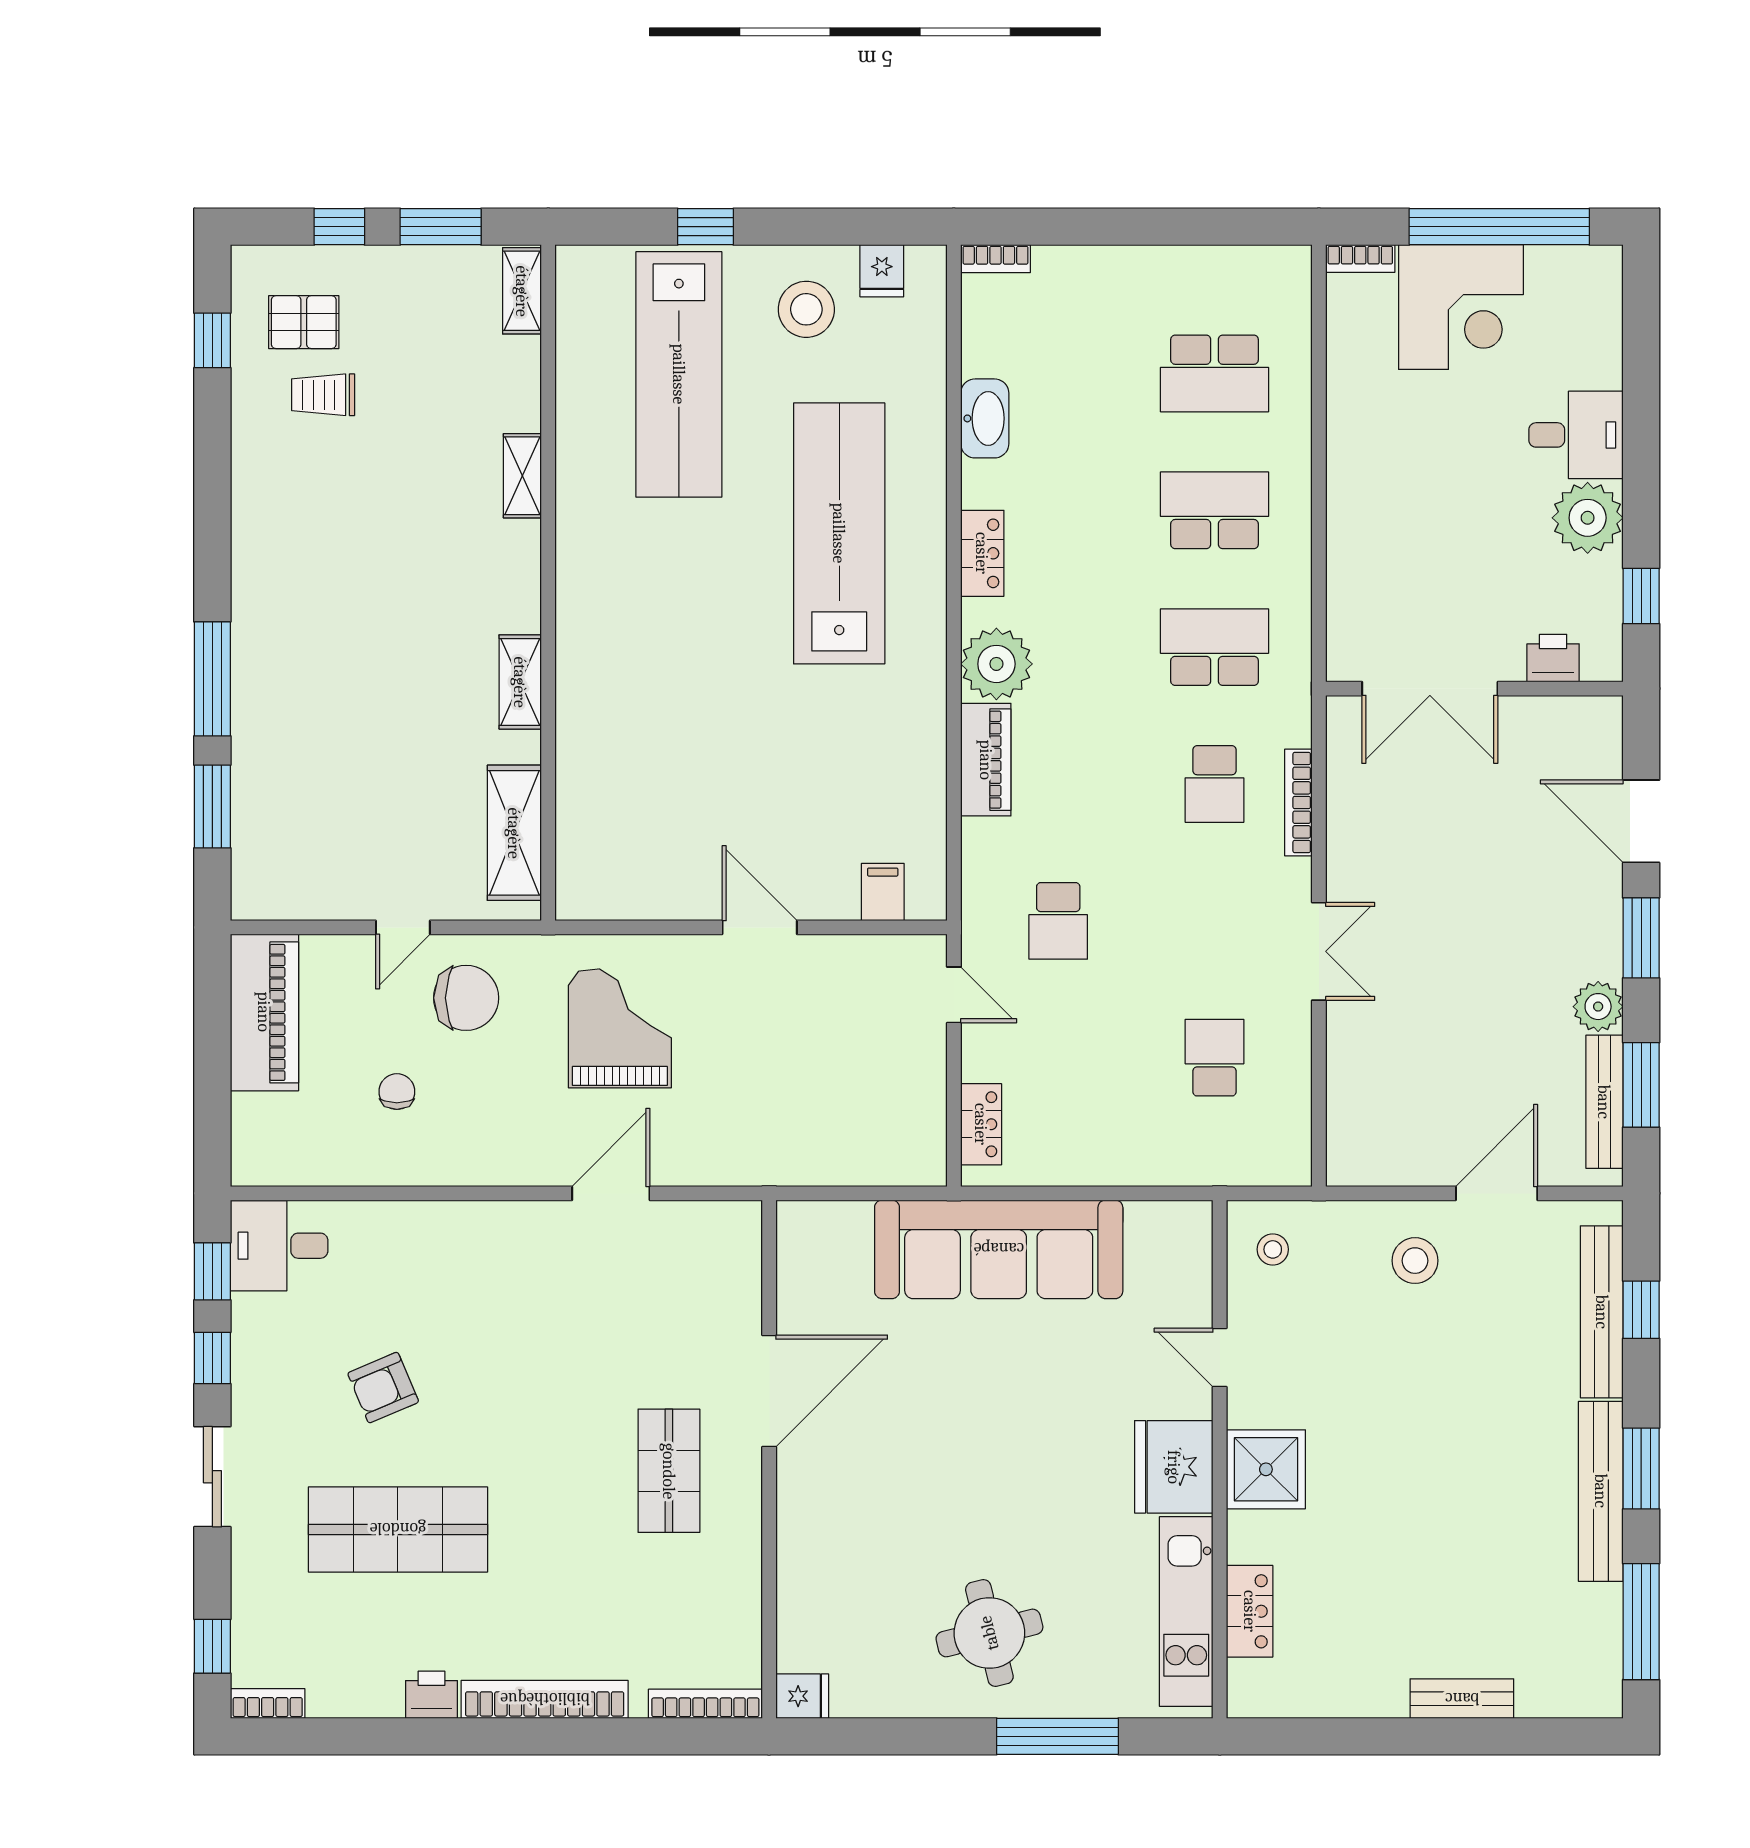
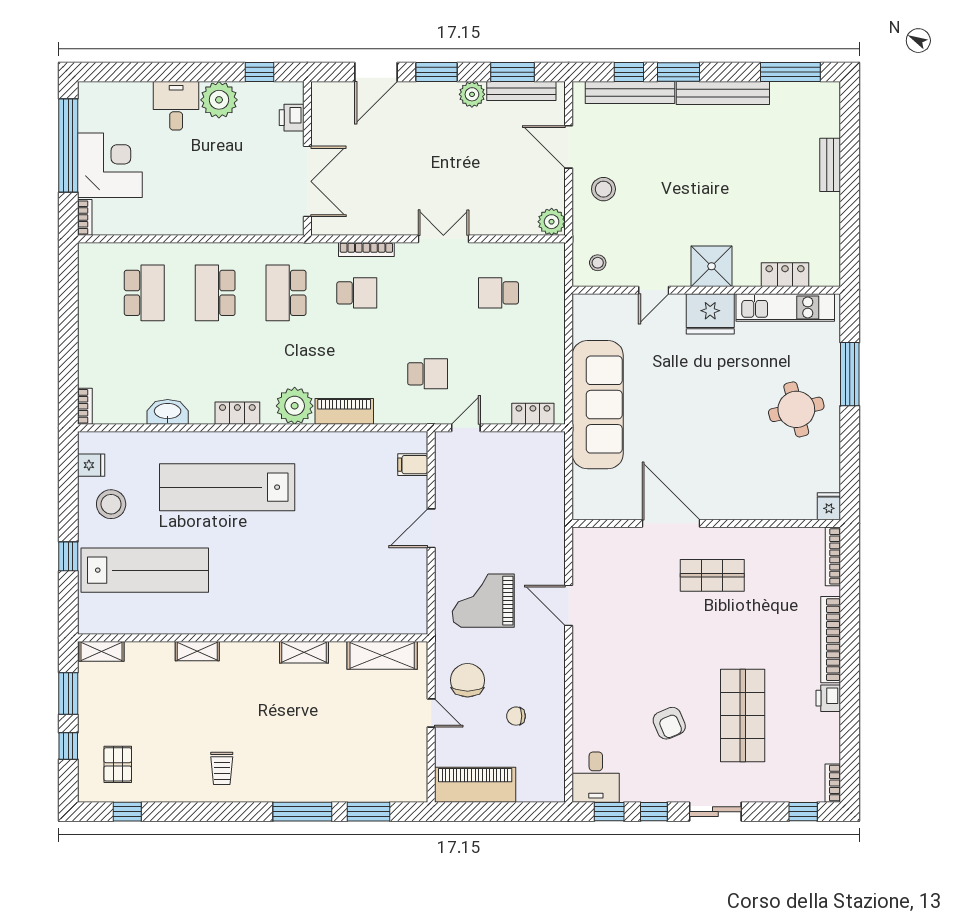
trolley: (323, 395) -> (222, 768), moved
plant: (1352, 1160) -> (552, 222), added
window: (1641, 1469) -> (678, 72), moved

